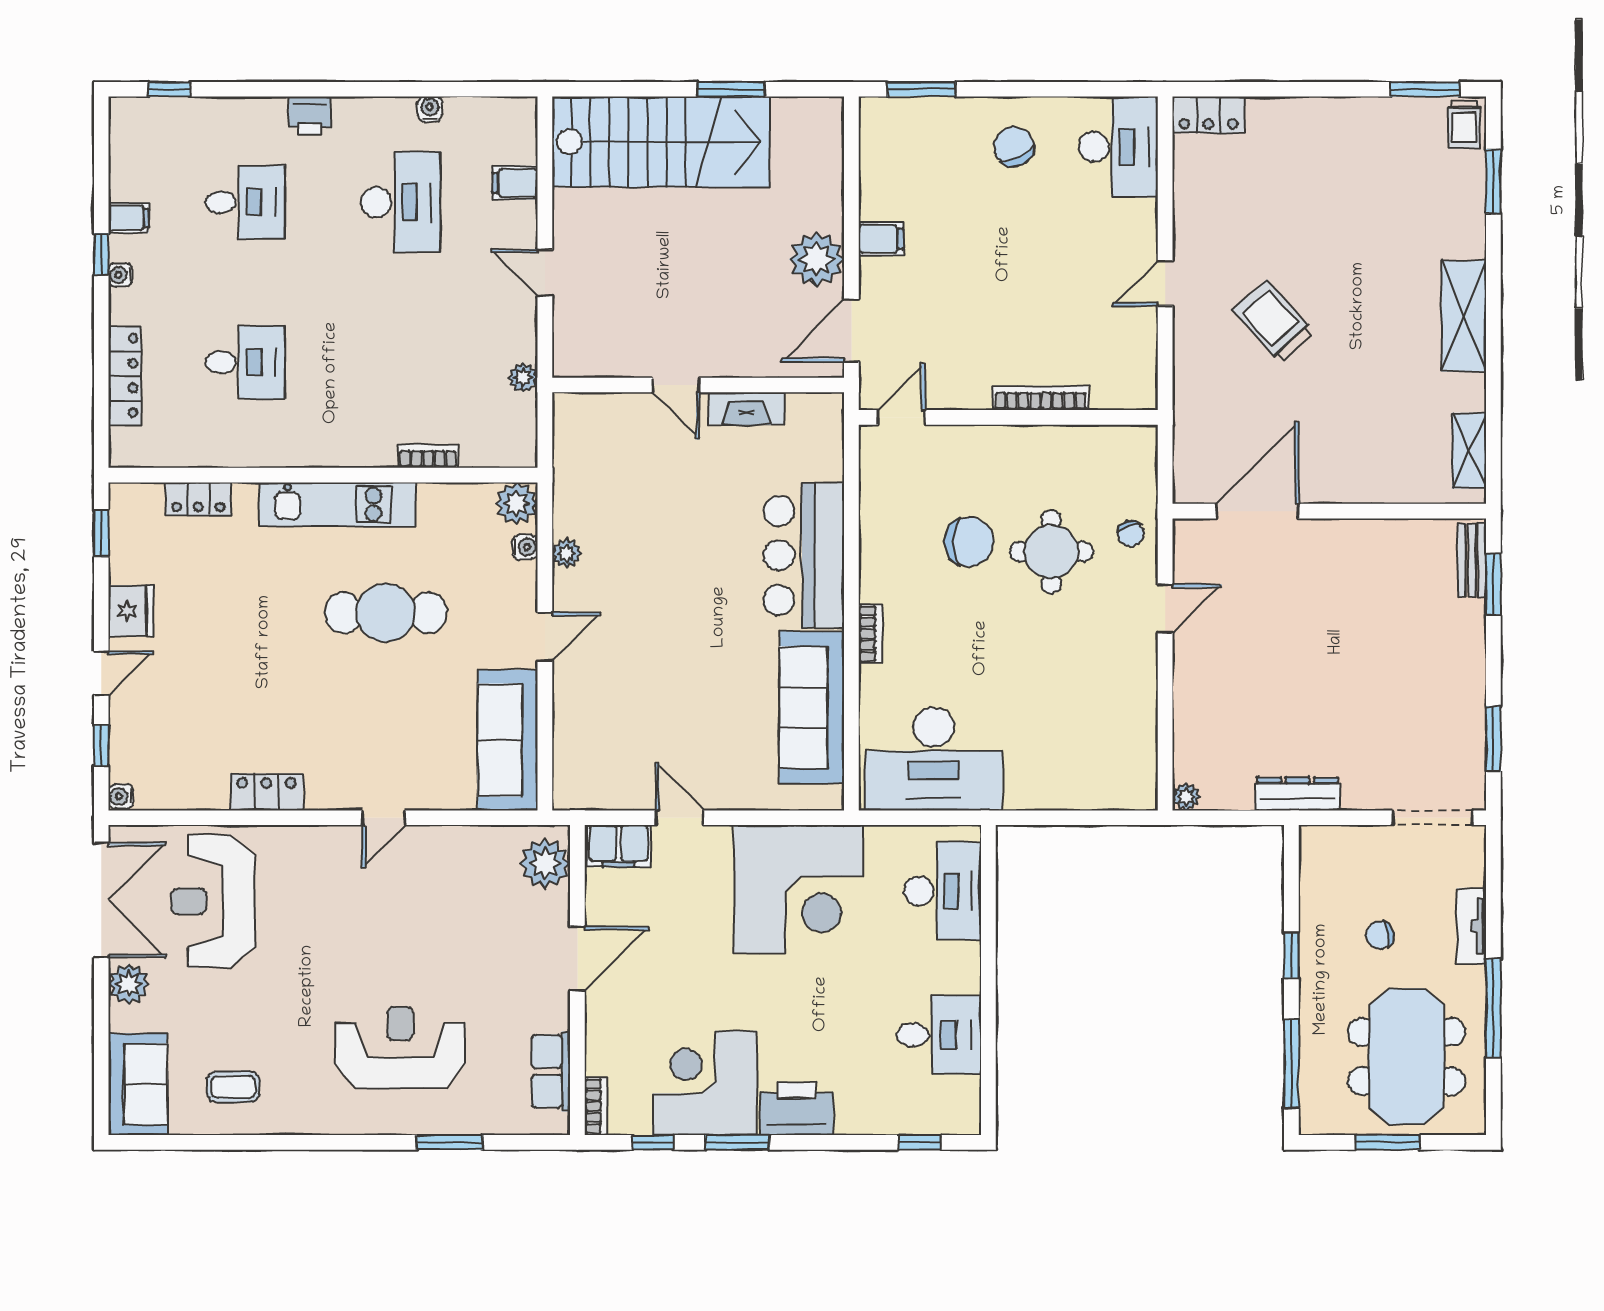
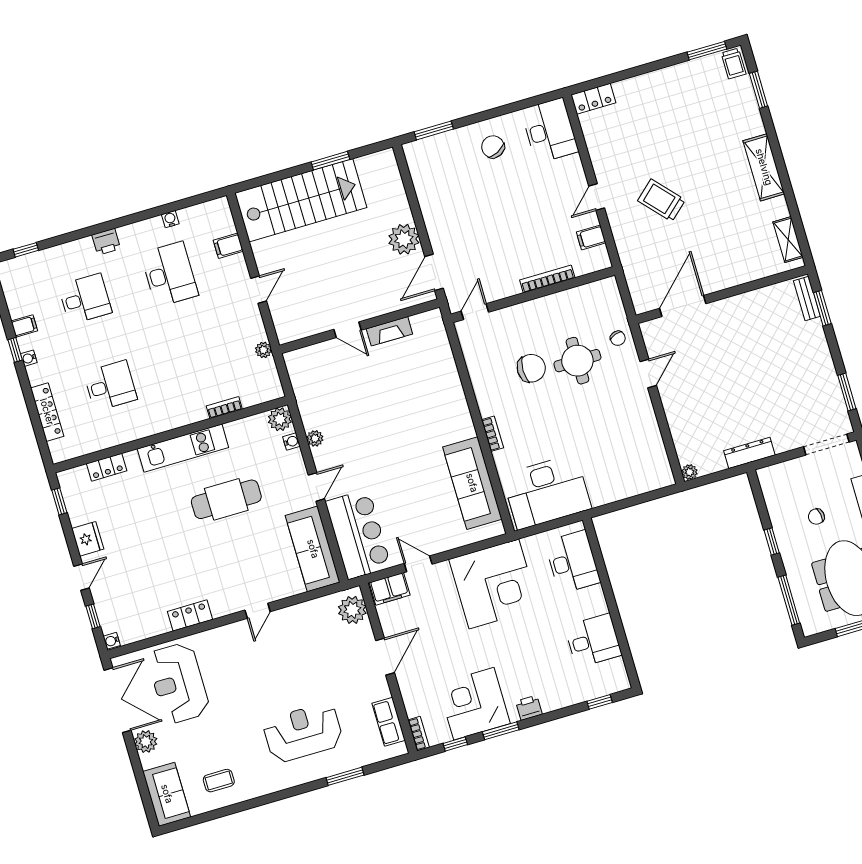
filing cabinet: (881, 239) -> (591, 237), moved, turned 180
door: (545, 273) -> (259, 290), swing flipped
bar counter: (804, 555) -> (358, 534), moved, turned 180
printer: (796, 1109) -> (529, 708), width x0.53, depth x0.68

